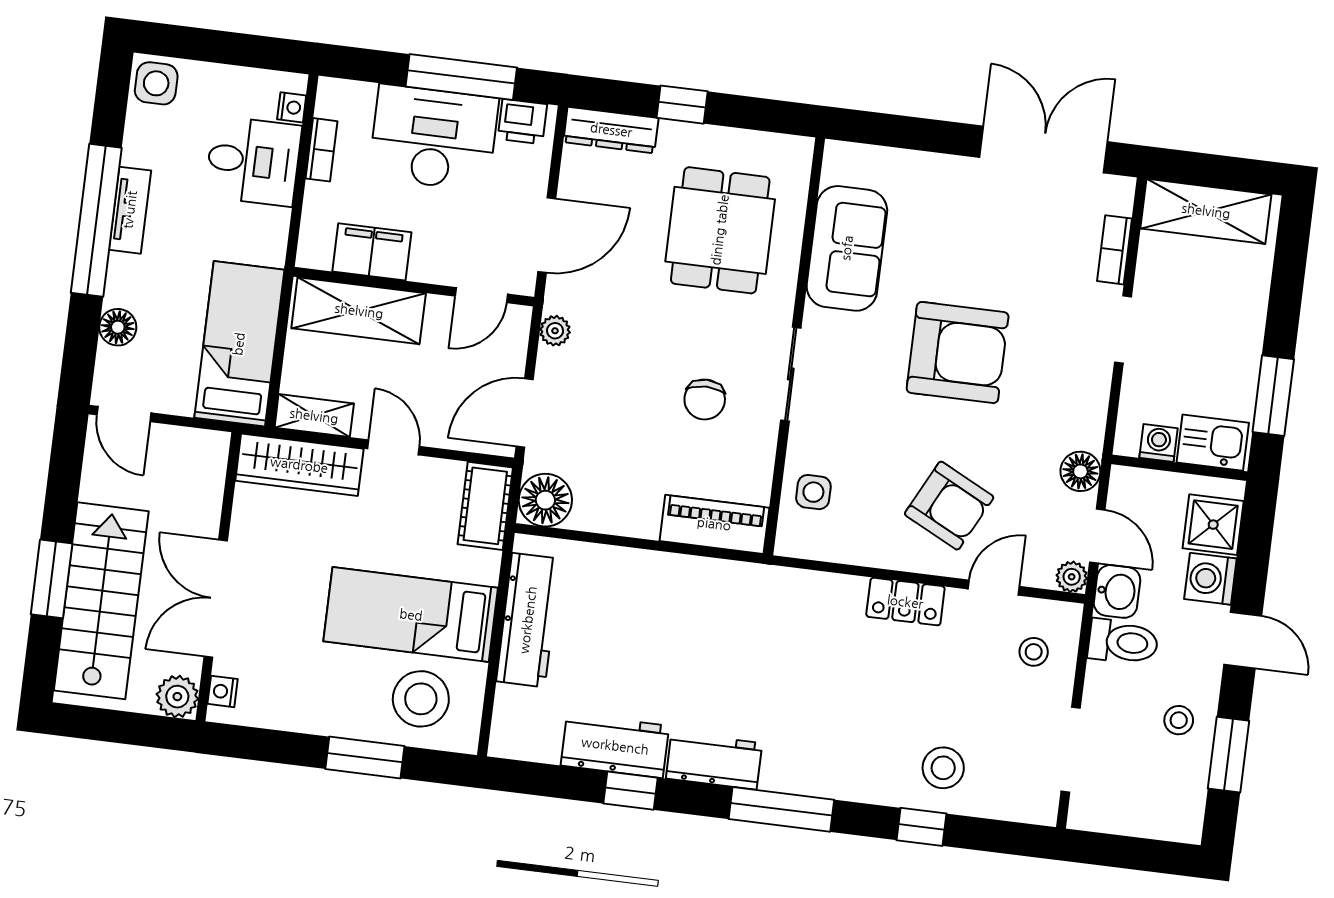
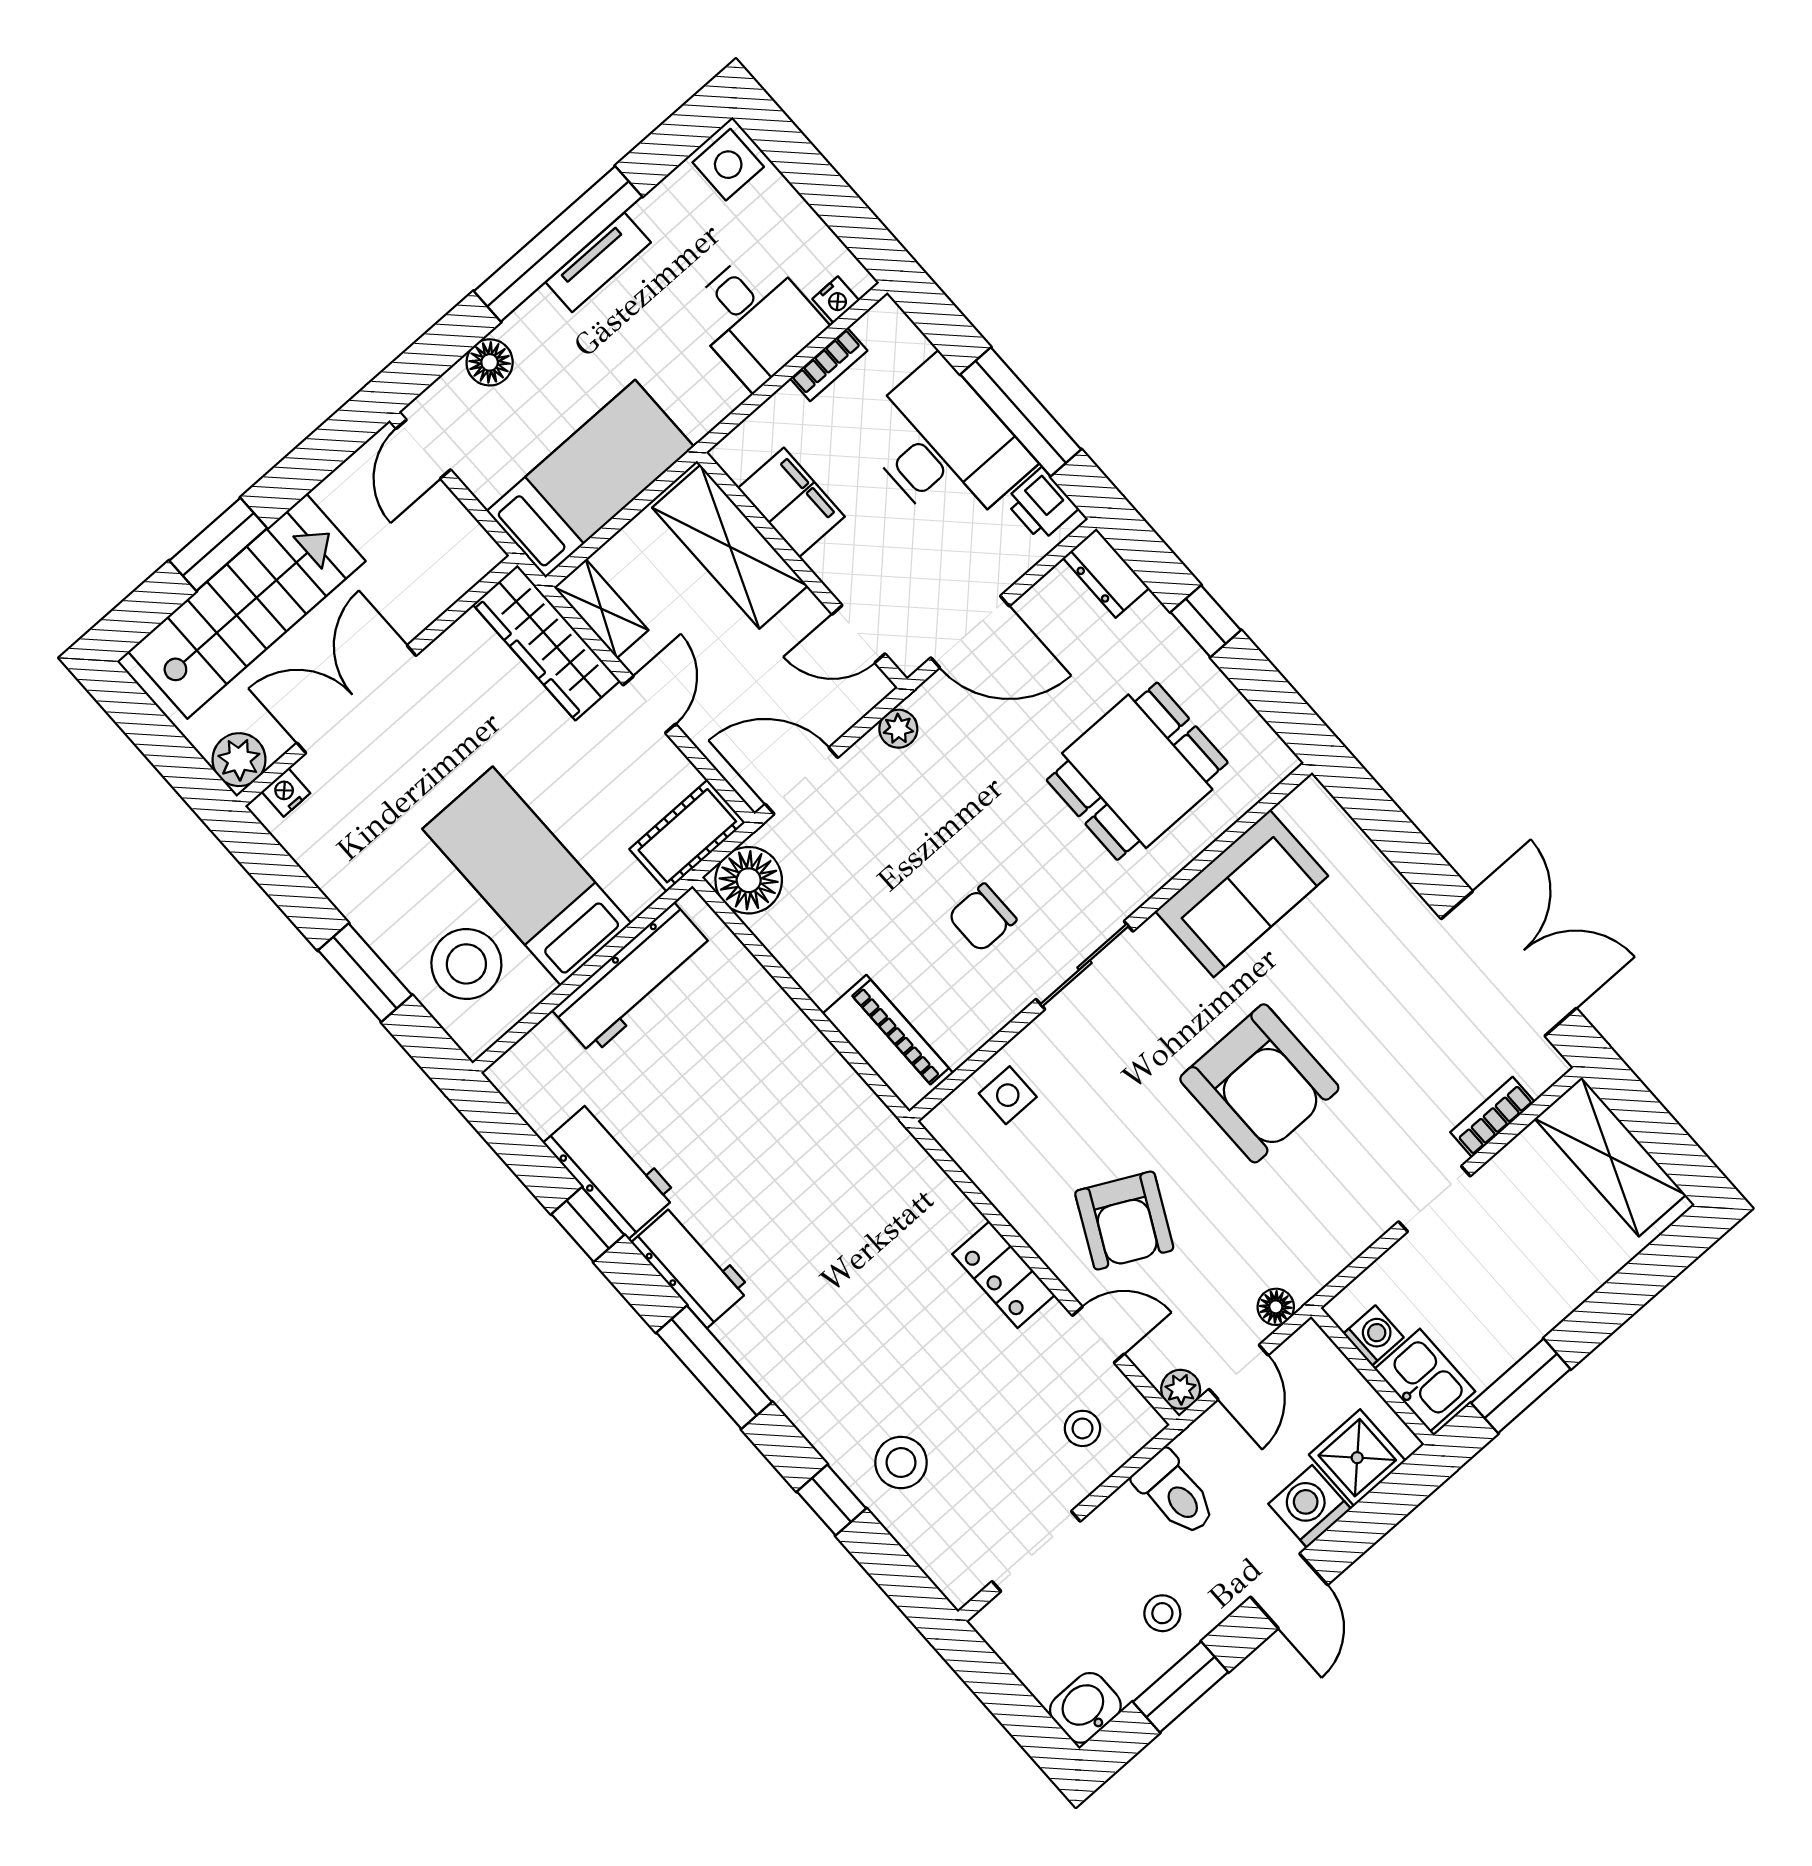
dresser: (611, 130) -> (1106, 573), width x0.70
floor lamp: (1080, 471) -> (1276, 1307), width x0.73, depth x0.73
washbasin: (1117, 591) -> (1085, 1708), moved, turned 180

